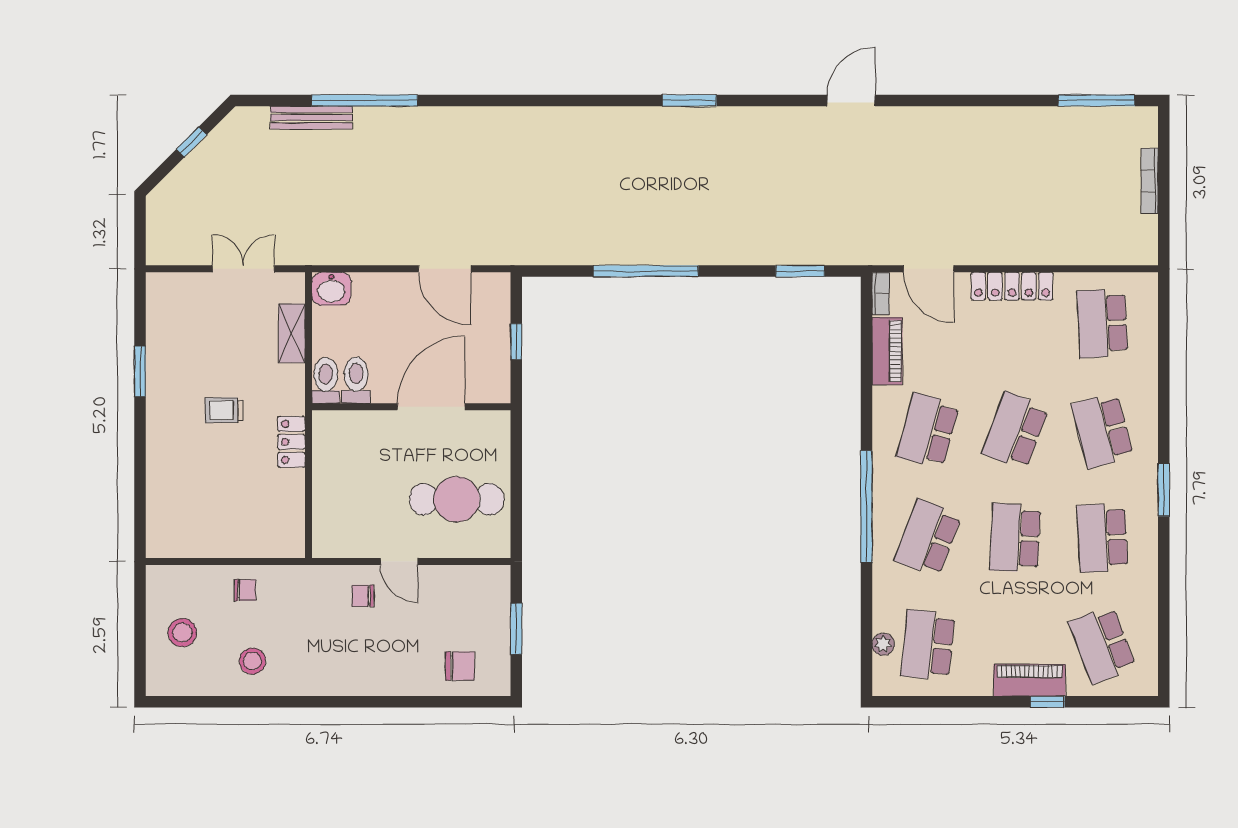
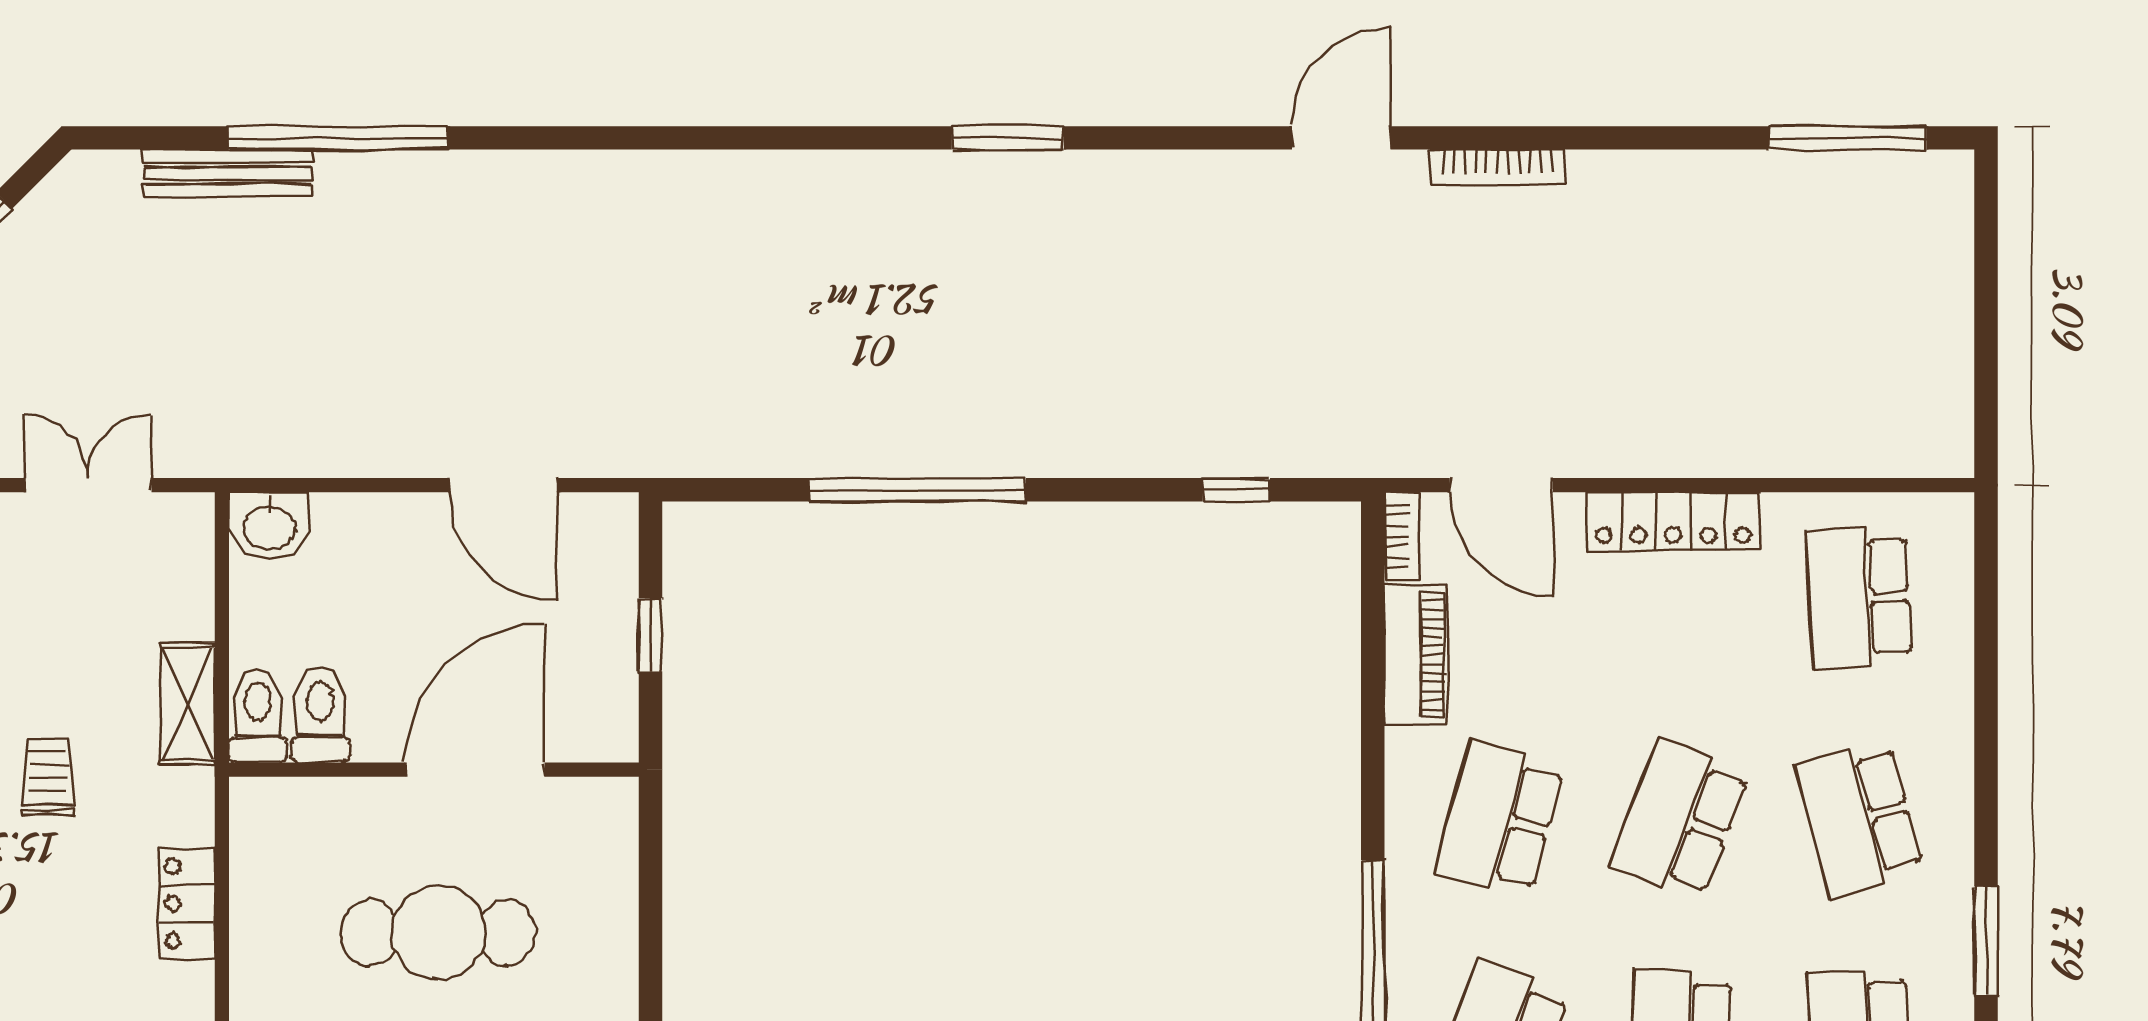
bookcase: (1150, 181) -> (1497, 167), moved, turned -90
window: (800, 271) -> (1236, 490), width x0.67
shelving: (292, 333) -> (188, 704), moved
trolley: (224, 410) -> (48, 777), turned 90
locker: (291, 442) -> (187, 903), moved
cafe table: (457, 499) -> (438, 933), moved

